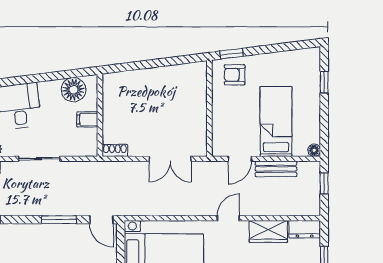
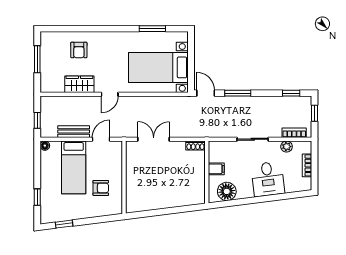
window: (232, 54) -> (64, 224), moved
armchair: (235, 75) -> (101, 188), moved
dresser: (305, 229) -> (52, 86), removed

